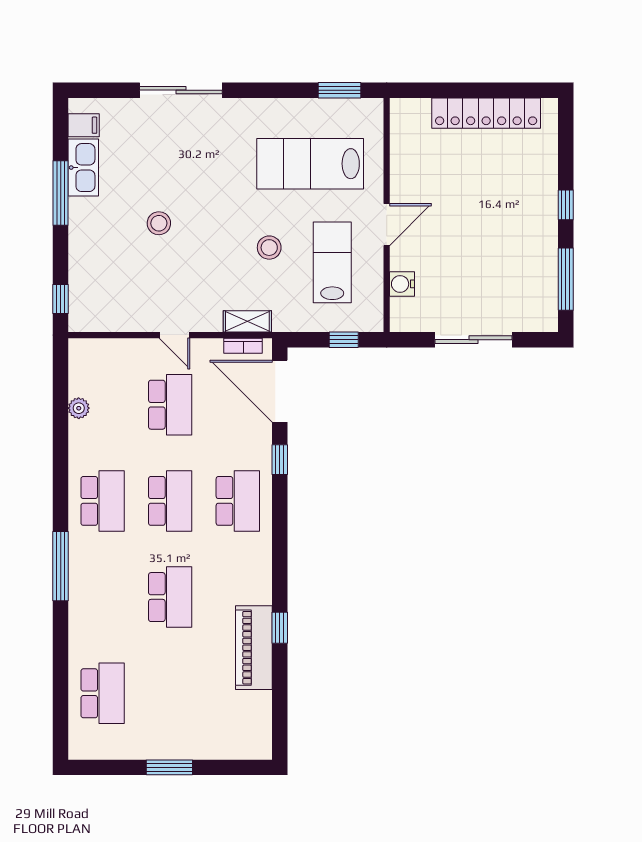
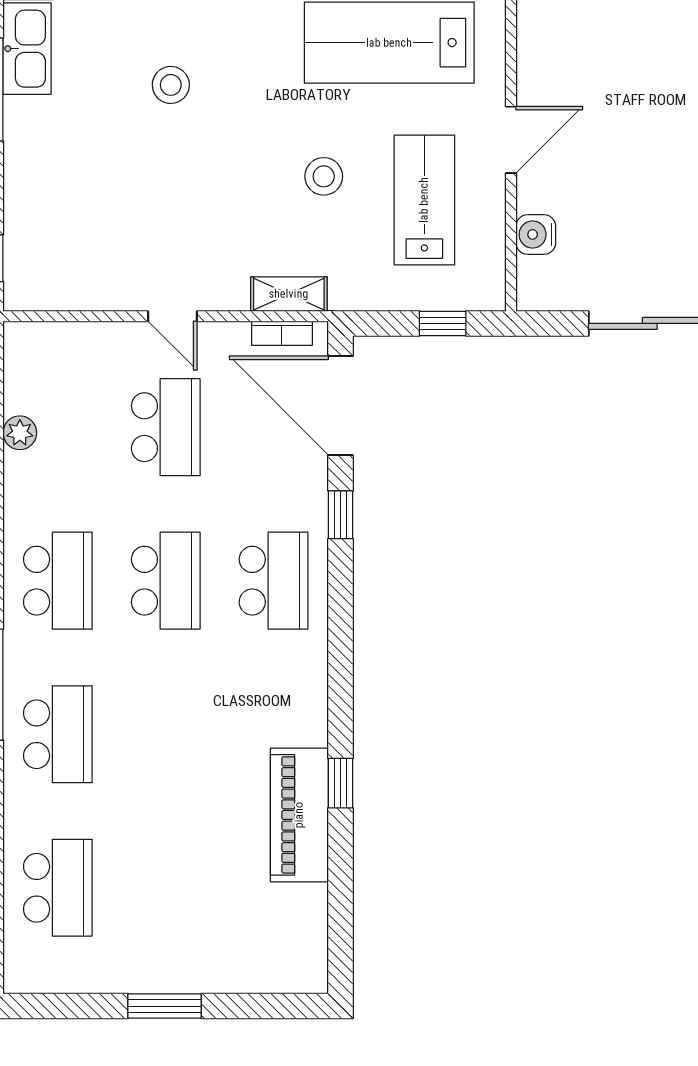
stool: (159, 223) -> (171, 85), moved
school desk: (170, 597) -> (58, 734), moved

